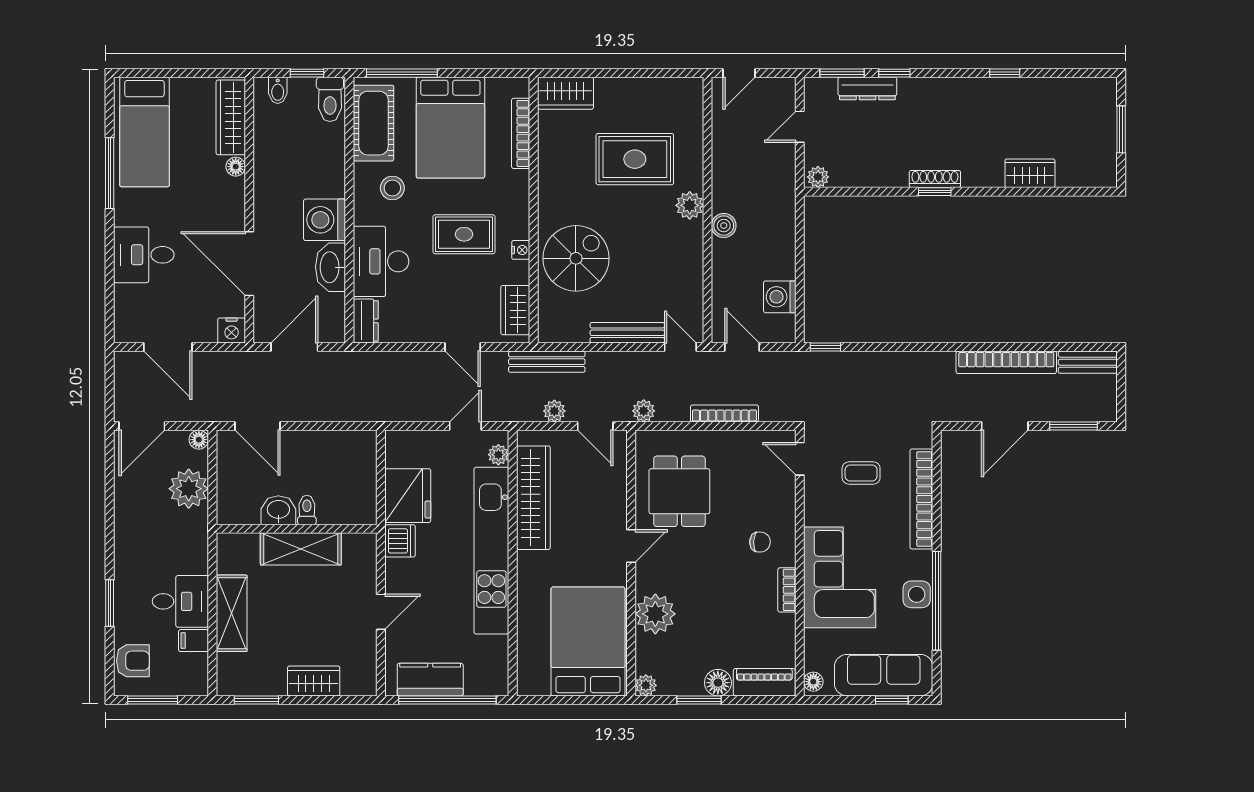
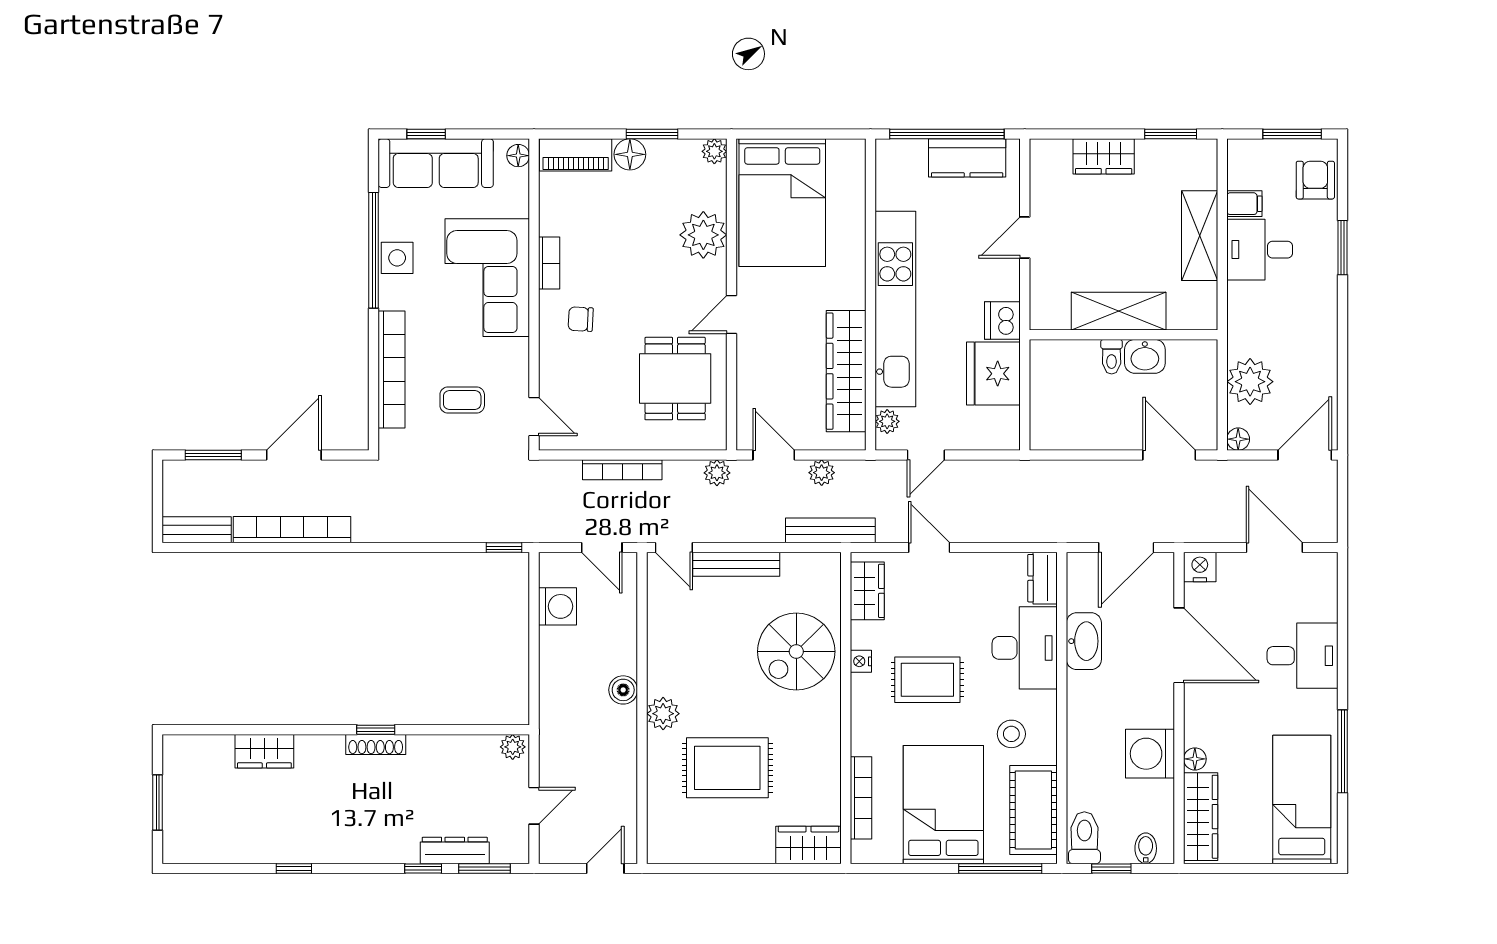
washing machine: (325, 220) -> (1150, 754), moved, turned 180
armchair: (133, 661) -> (1315, 180), turned 90

